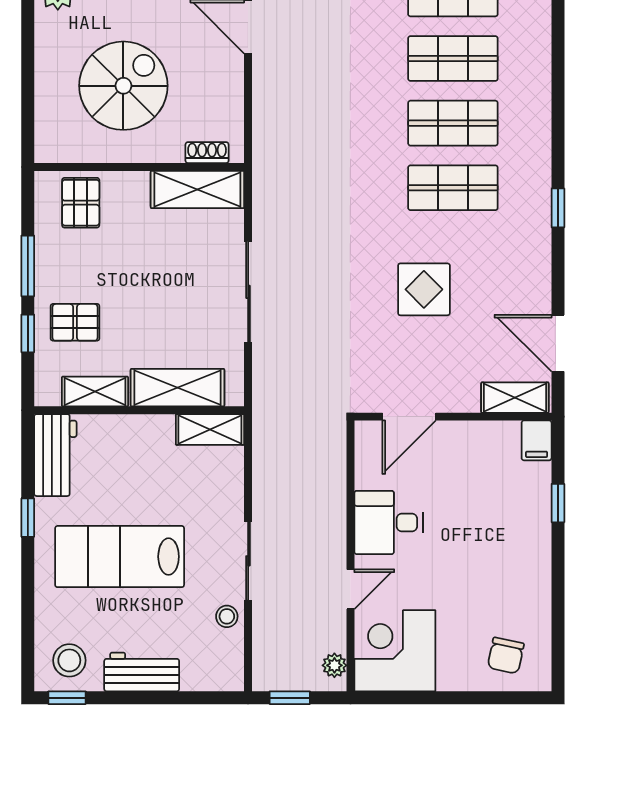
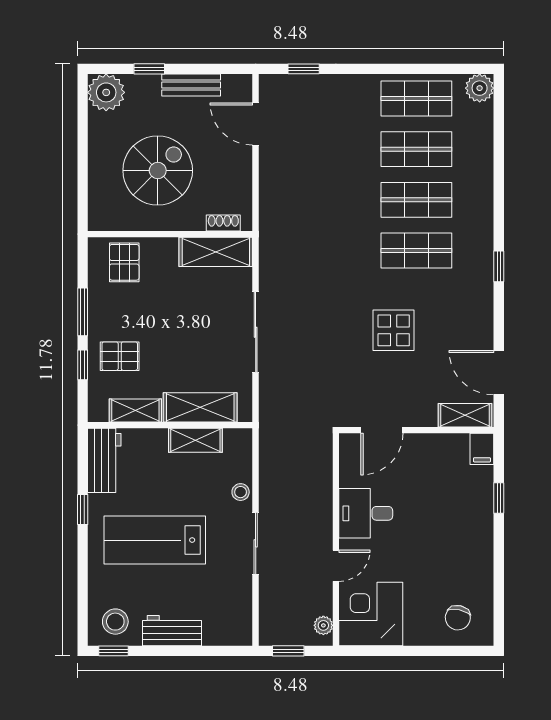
shelving: (210, 429) -> (195, 440), moved
stool: (227, 616) -> (241, 492), moved

